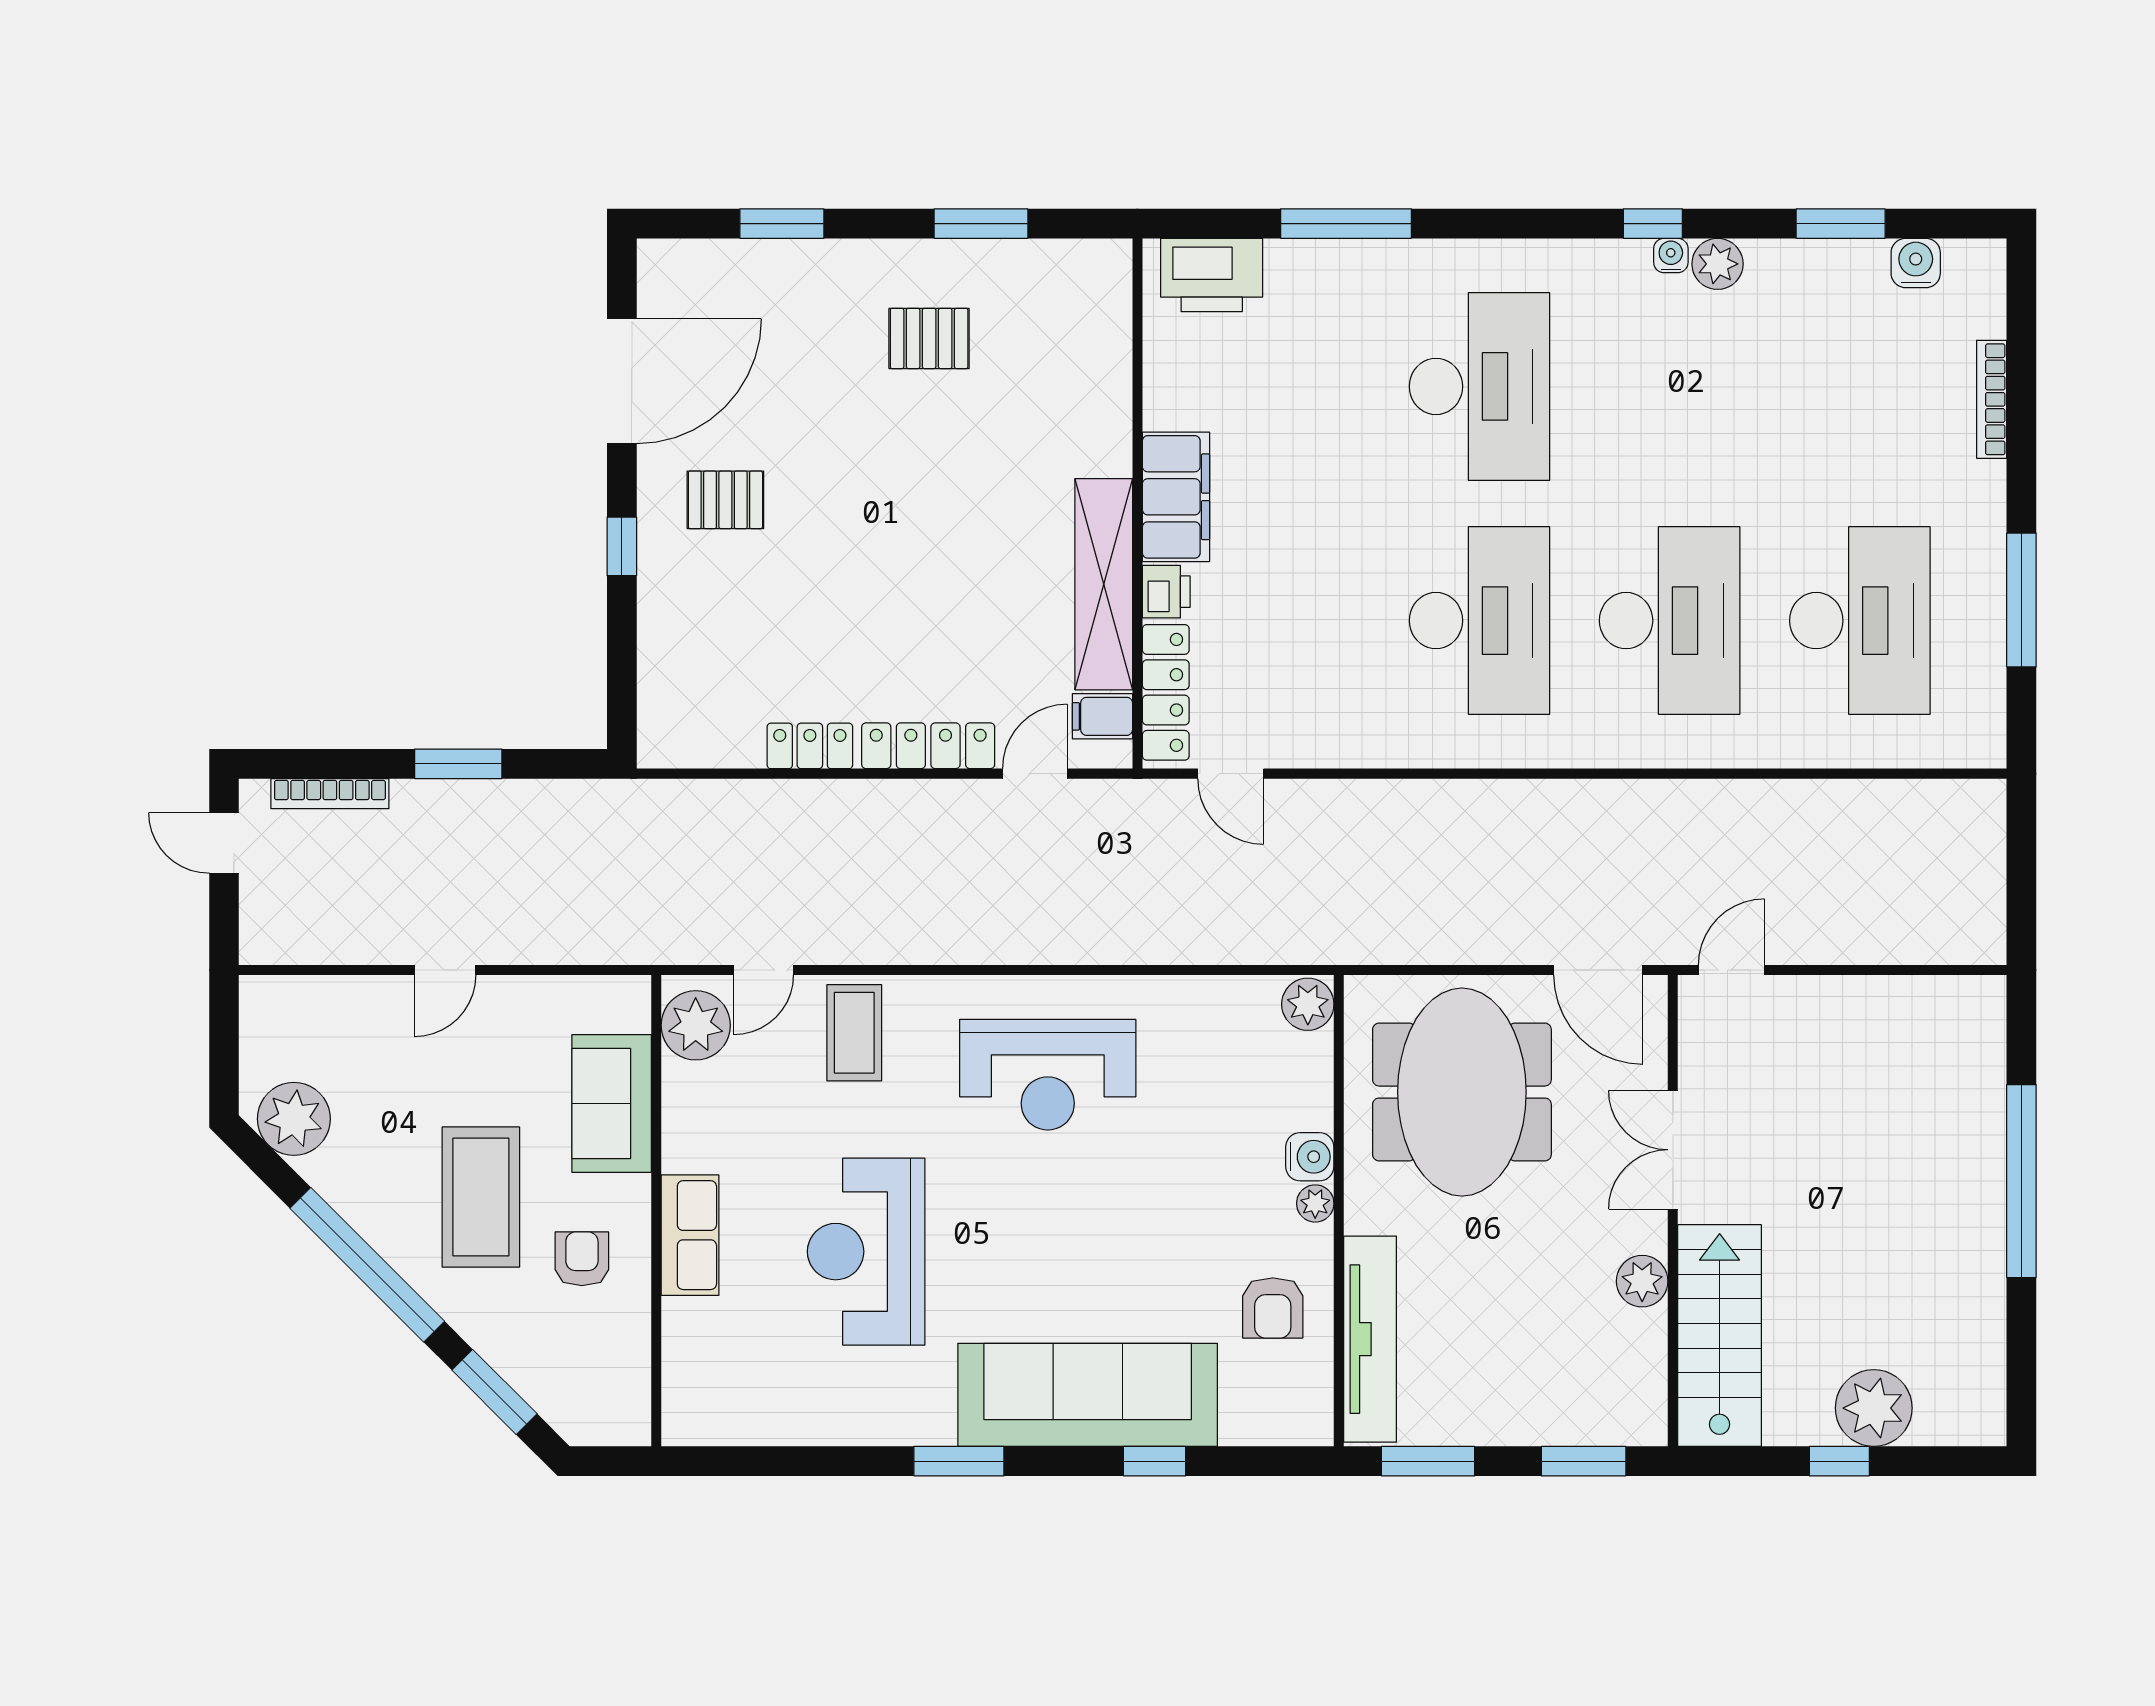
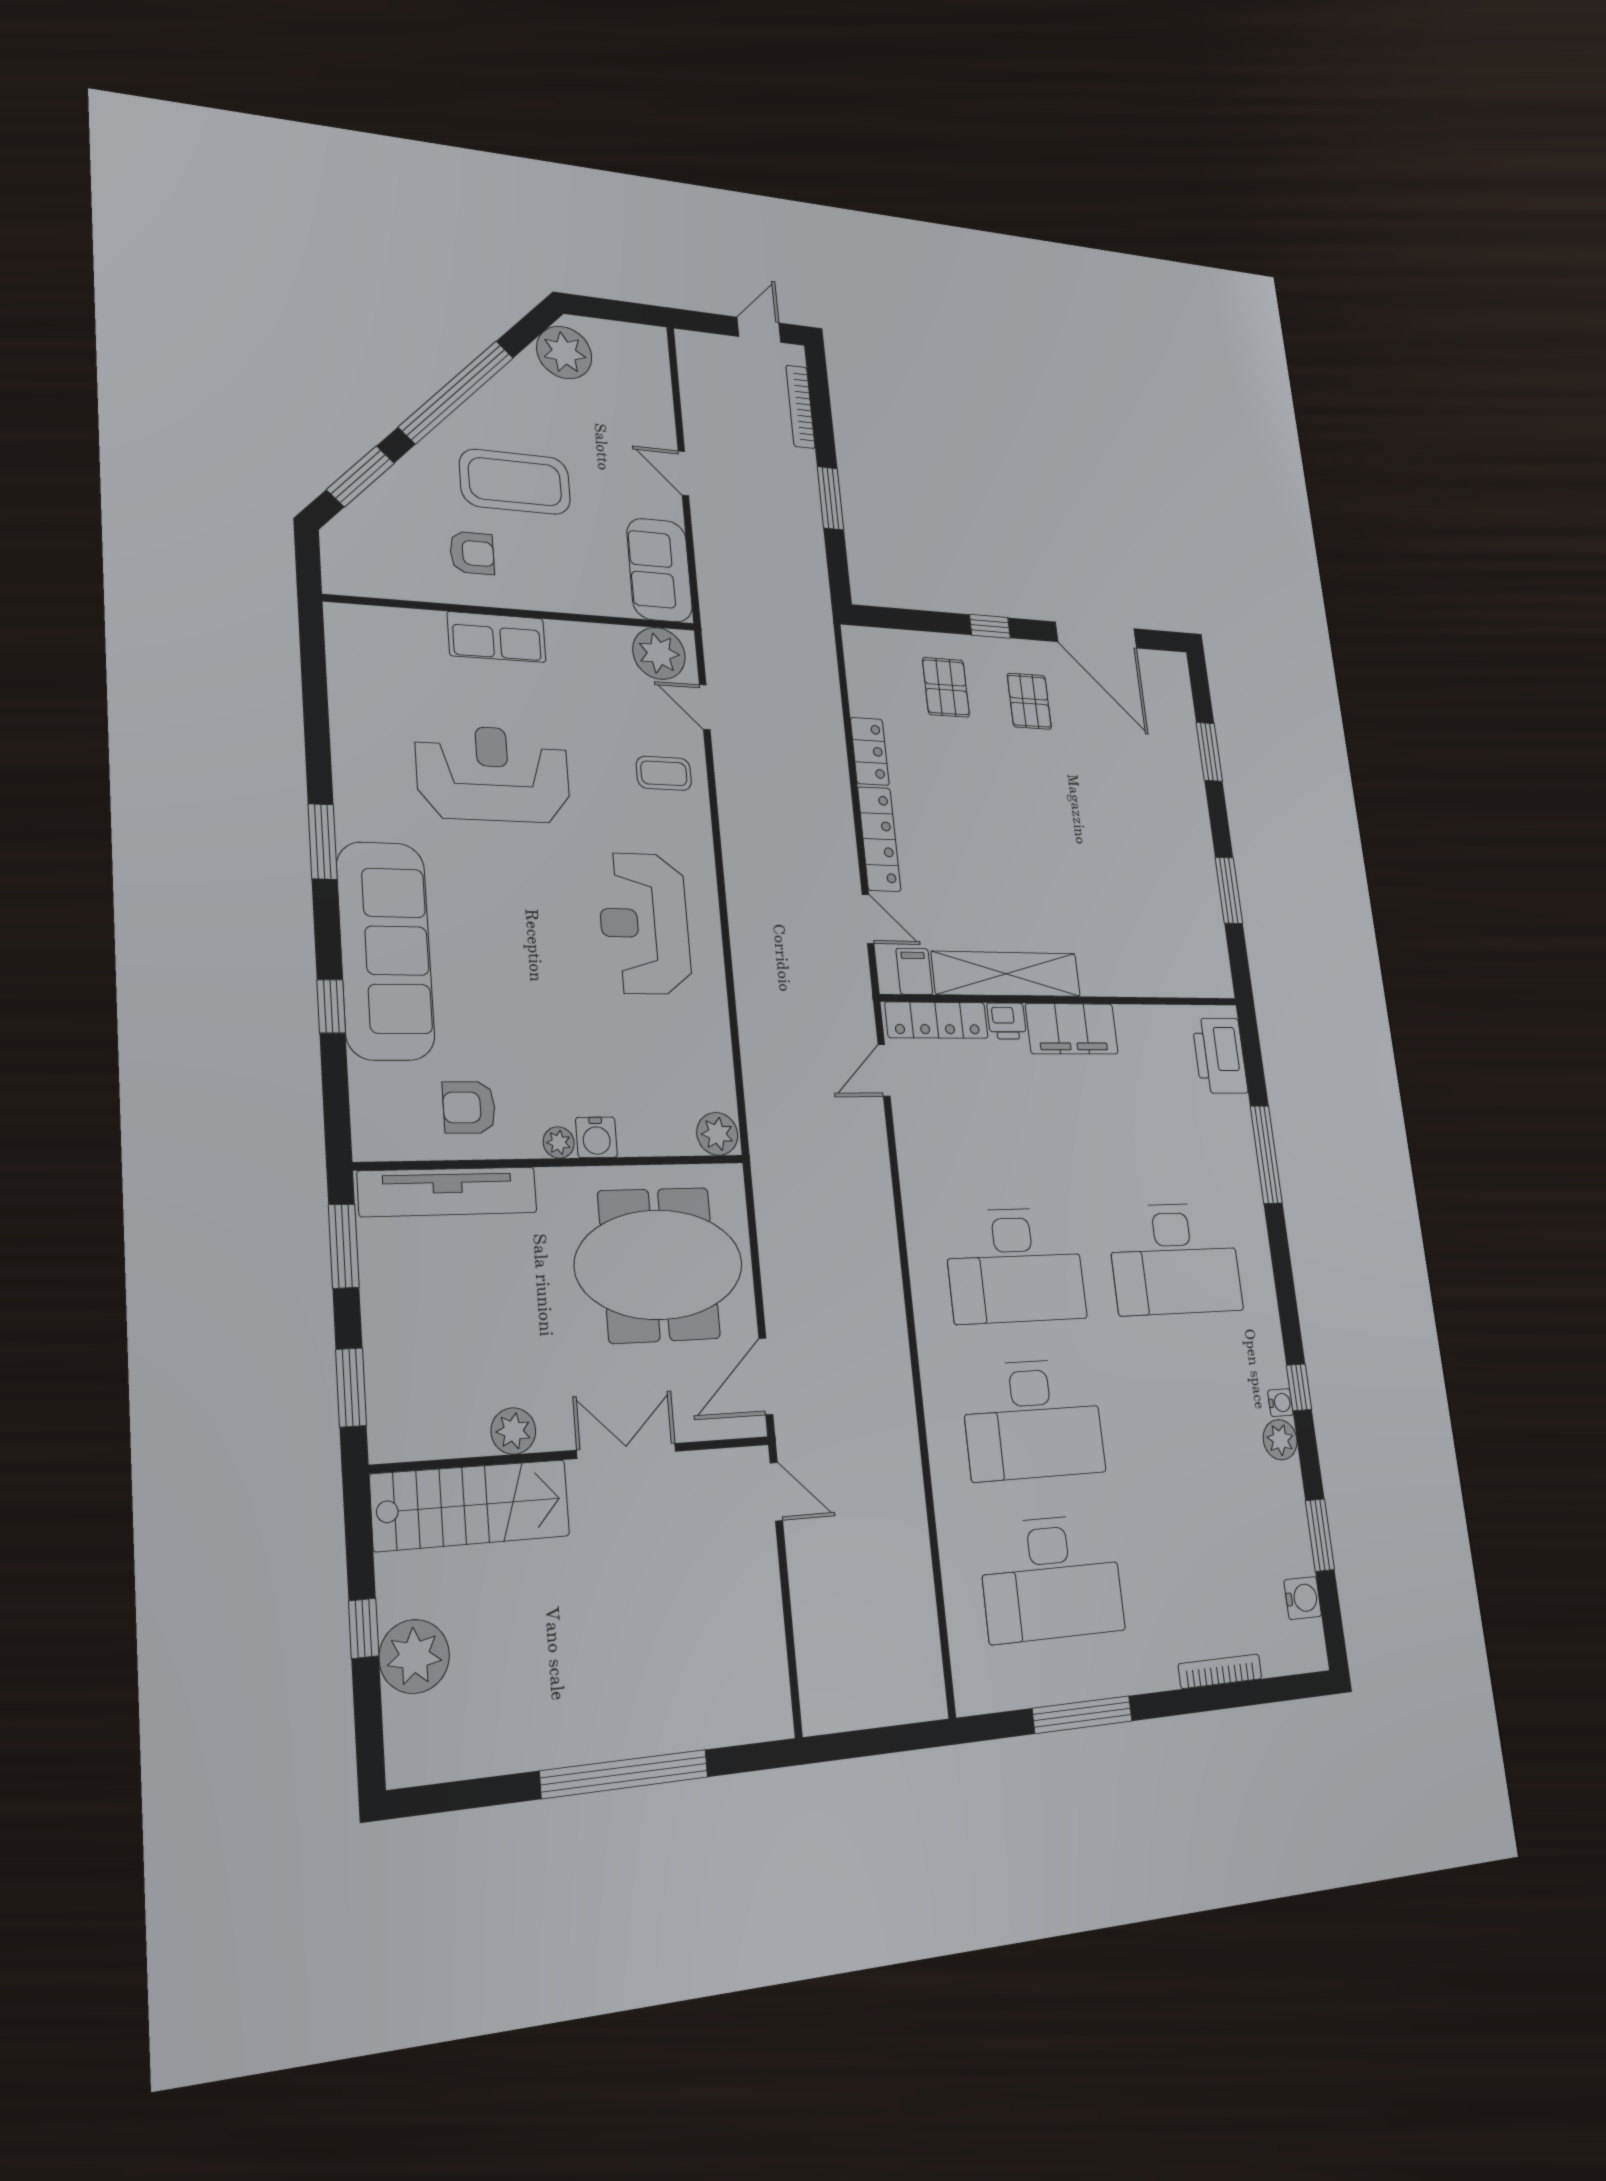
pallet: (929, 338) -> (946, 687), moved
coffee table: (854, 1033) -> (664, 773), width x0.73, depth x0.77
sofa: (612, 1103) -> (660, 570), moved, turned -90

